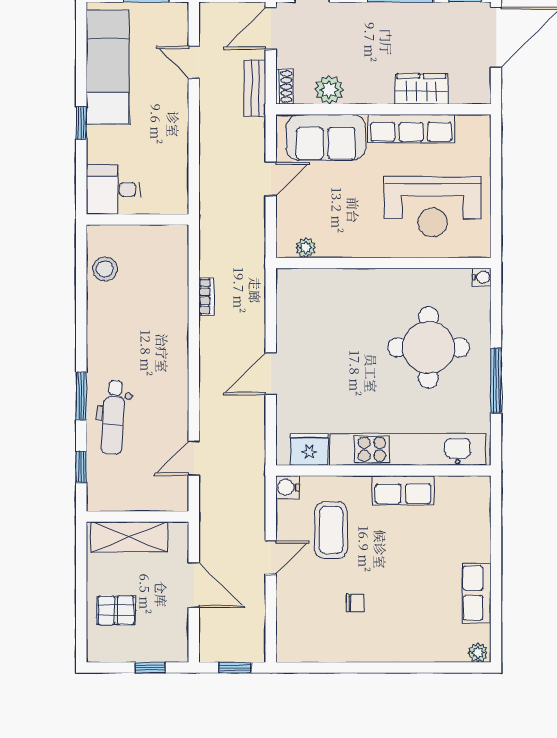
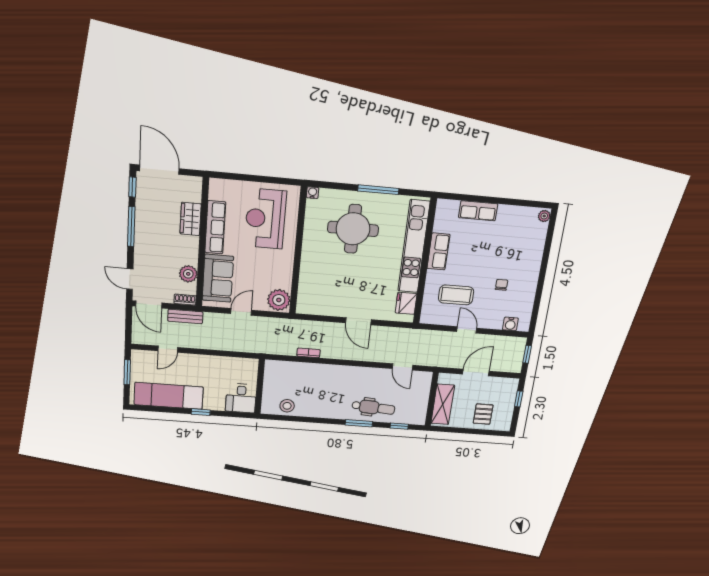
door: (271, 179) -> (241, 312), hinge flipped
reception desk: (433, 207) -> (265, 219), turned 180
plant: (306, 248) -> (279, 300), width x1.88, depth x1.88
water cooler: (288, 487) -> (510, 324), moved
row of seats: (477, 593) -> (478, 211), moved

